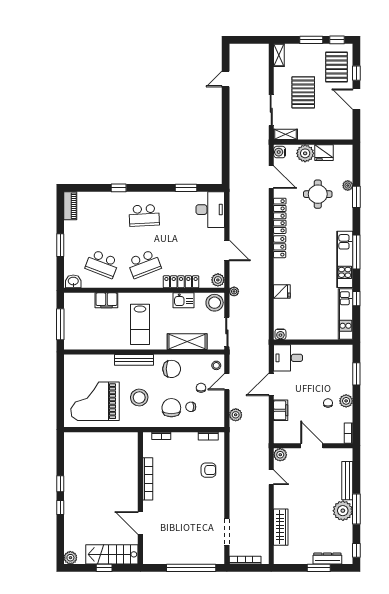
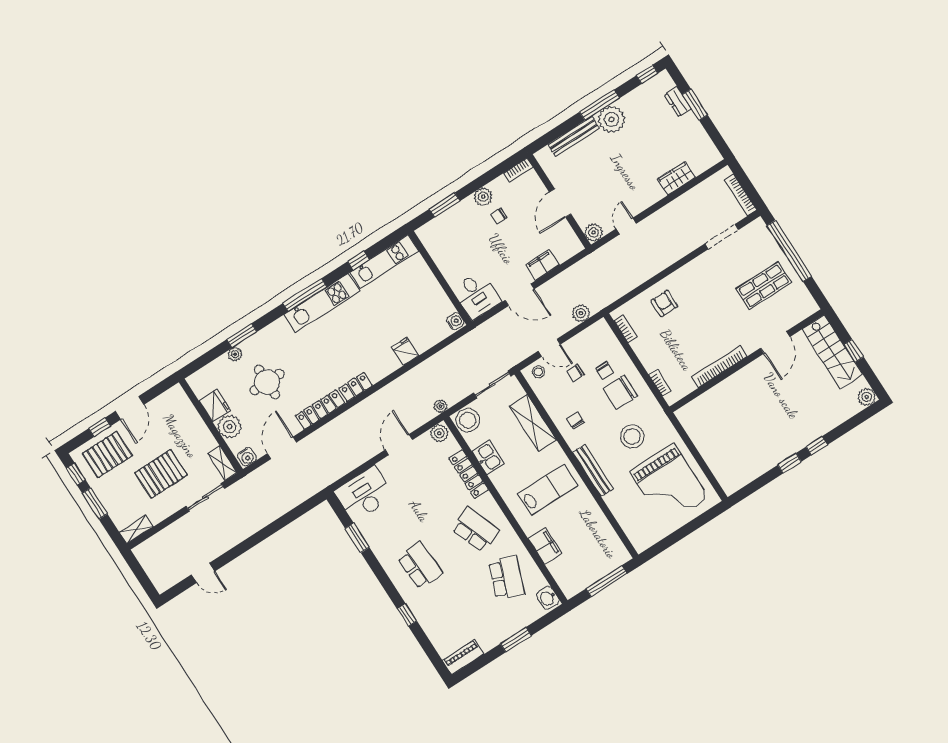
chair: (172, 369) -> (575, 420), width x0.54, depth x0.54
wardrobe: (281, 527) -> (676, 178), width x0.67
shop shelf: (180, 538) -> (764, 286), added
dresser: (327, 559) -> (678, 102), width x0.70

